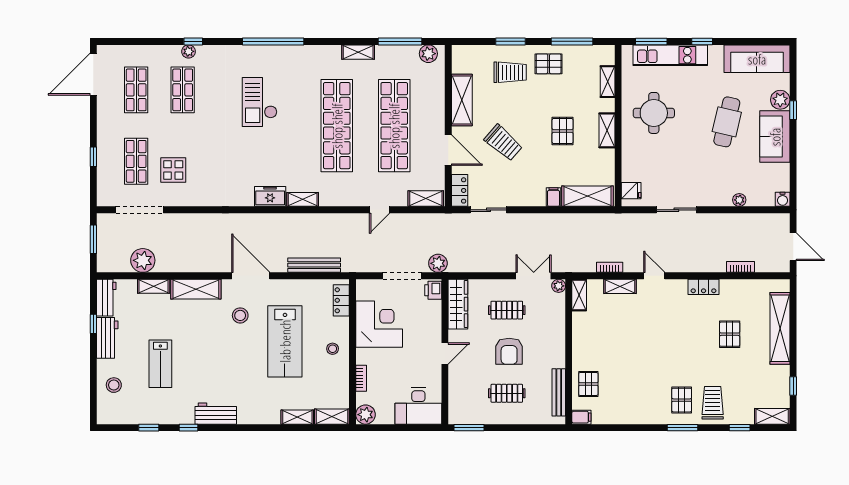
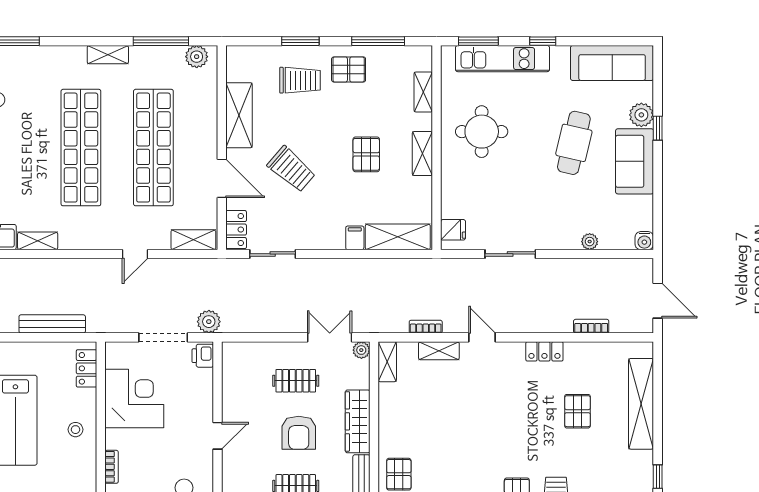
wardrobe: (458, 304) -> (358, 421), moved, turned 180

